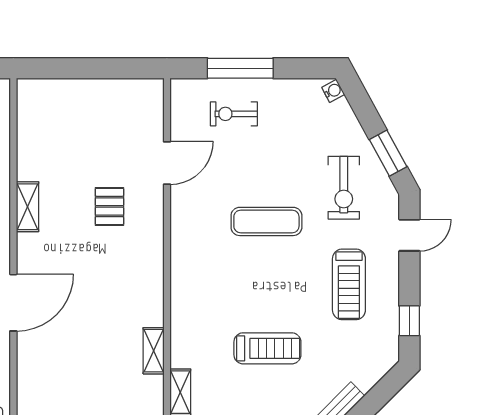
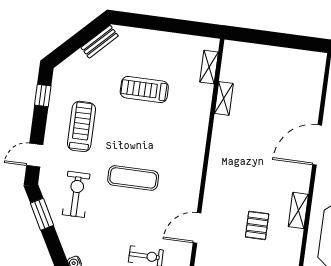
pallet: (109, 206) -> (257, 225), moved

